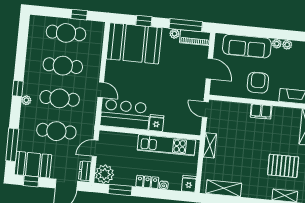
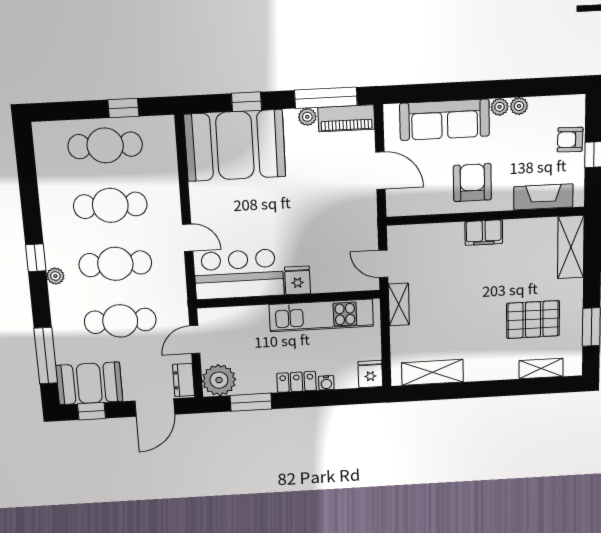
door: (205, 110) -> (383, 264), moved

